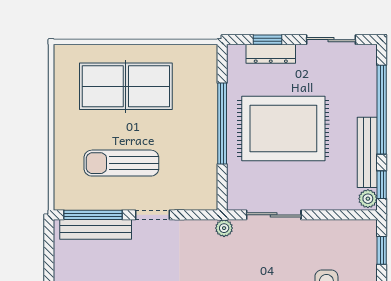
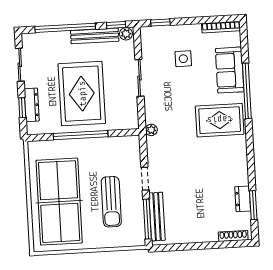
table tennis table: (126, 86) -> (59, 202), width x1.36, depth x1.32
sliding door: (274, 215) -> (139, 78), moved

